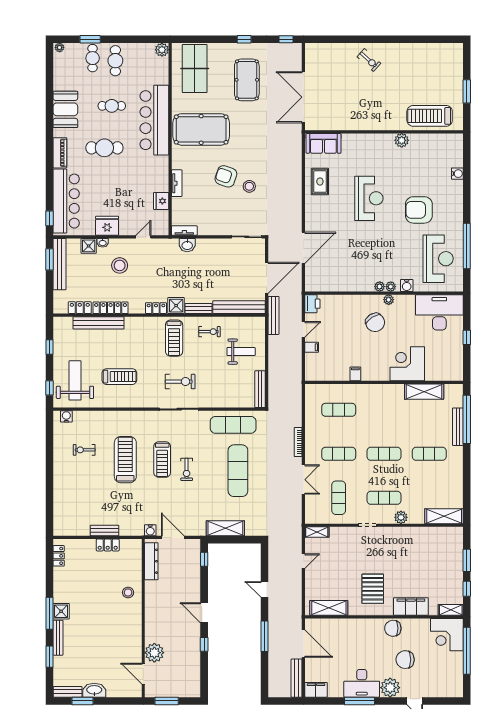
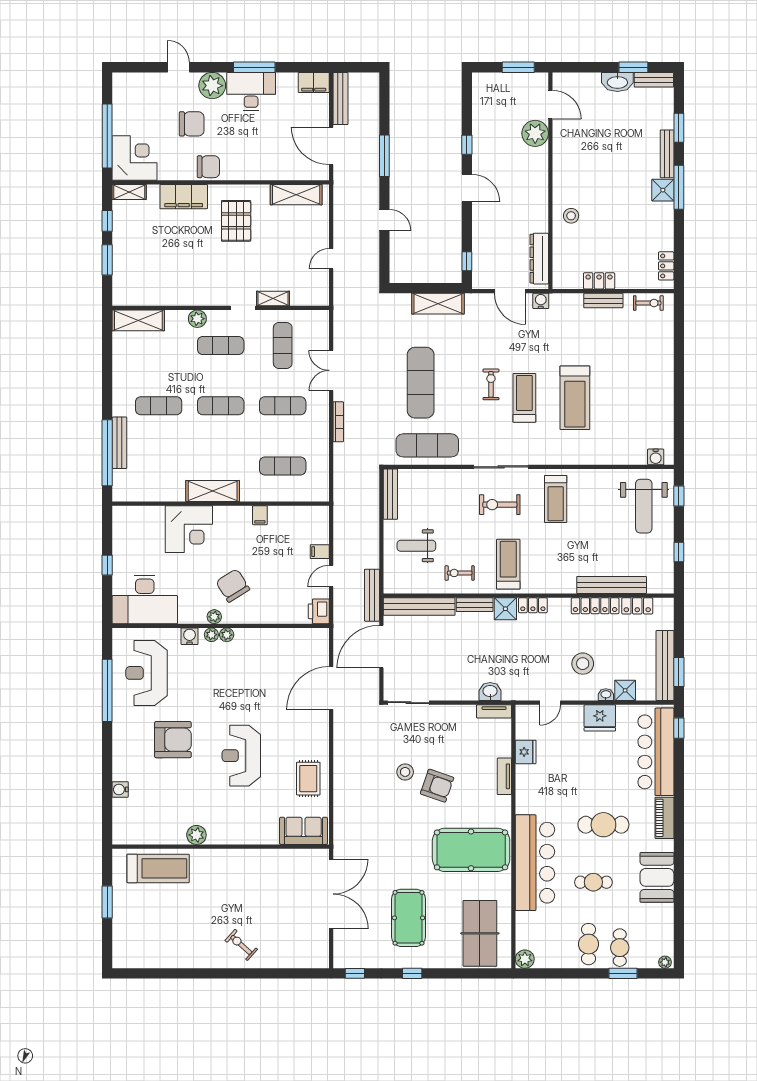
treadmill: (119, 377) -> (556, 499), moved, turned -90
shelving: (424, 392) -> (213, 491), moved
exercise bike: (84, 450) -> (648, 303), moved
shelving: (317, 532) -> (273, 298), moved

